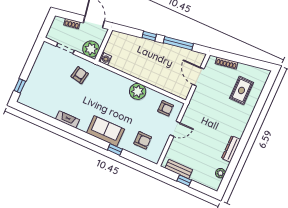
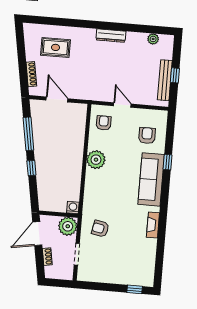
door: (198, 77) -> (57, 99), swing flipped
sofa: (105, 131) -> (151, 179), width x1.36
dresser: (231, 149) -> (111, 36), moved
bench: (179, 169) -> (165, 80), width x1.36

